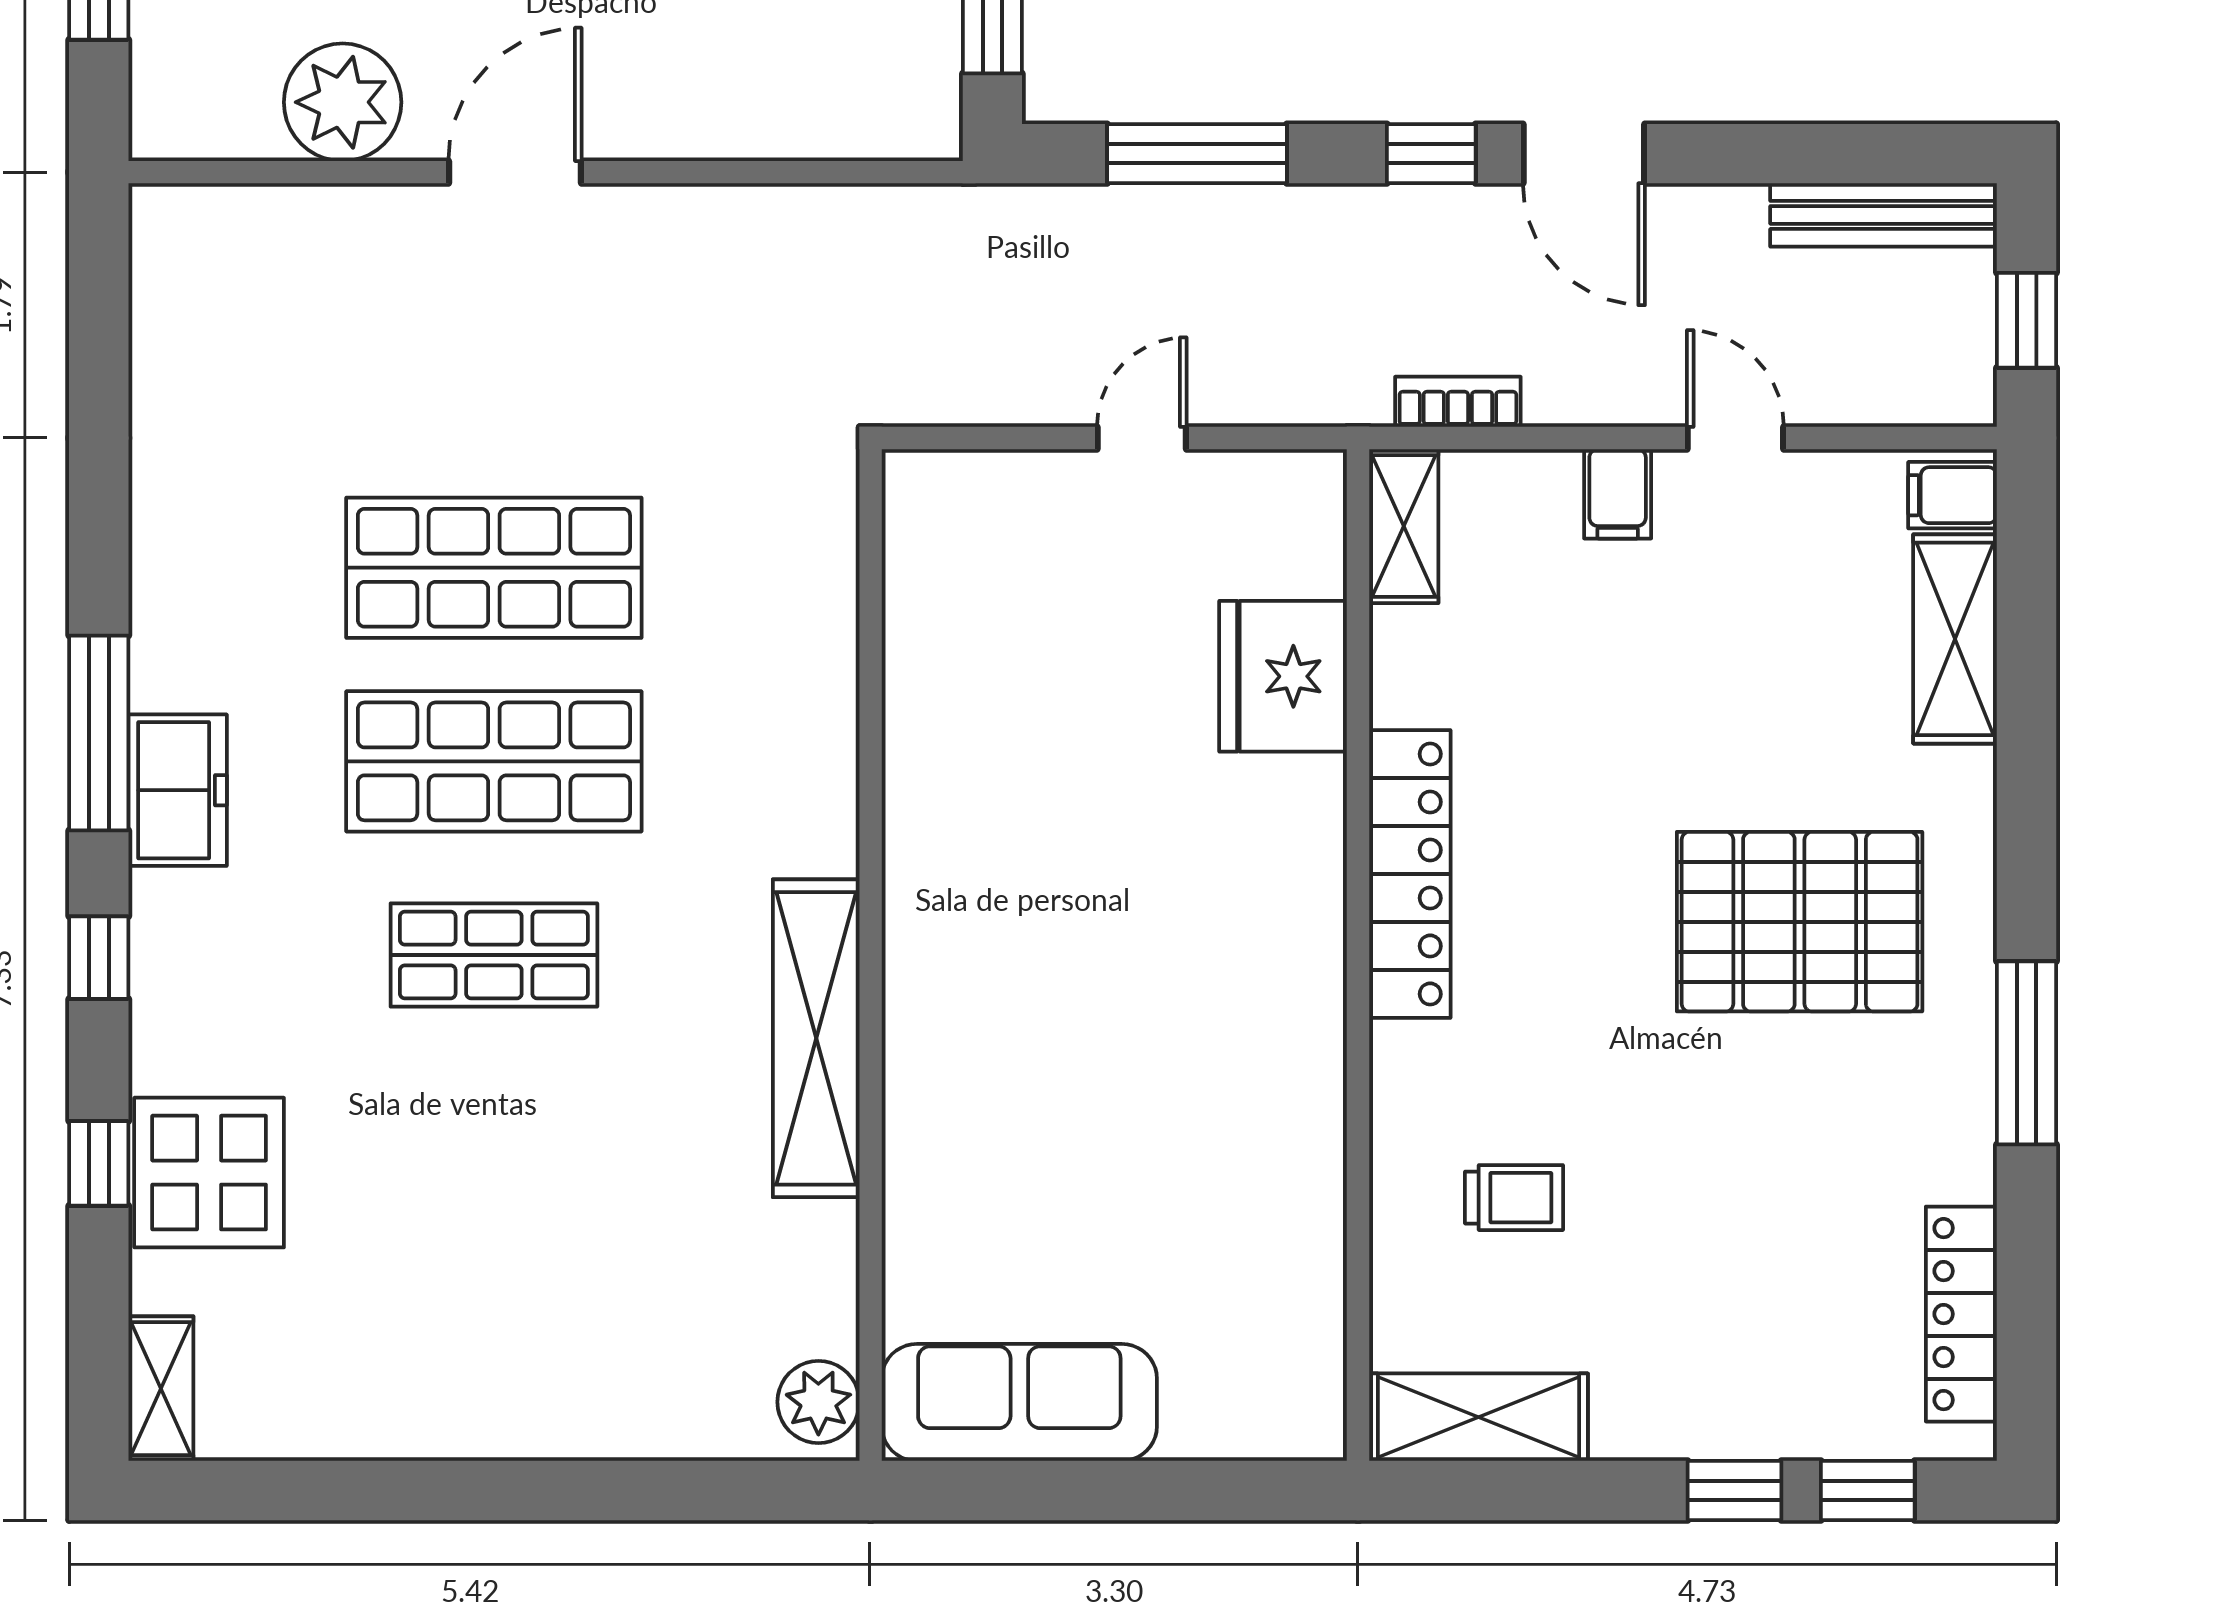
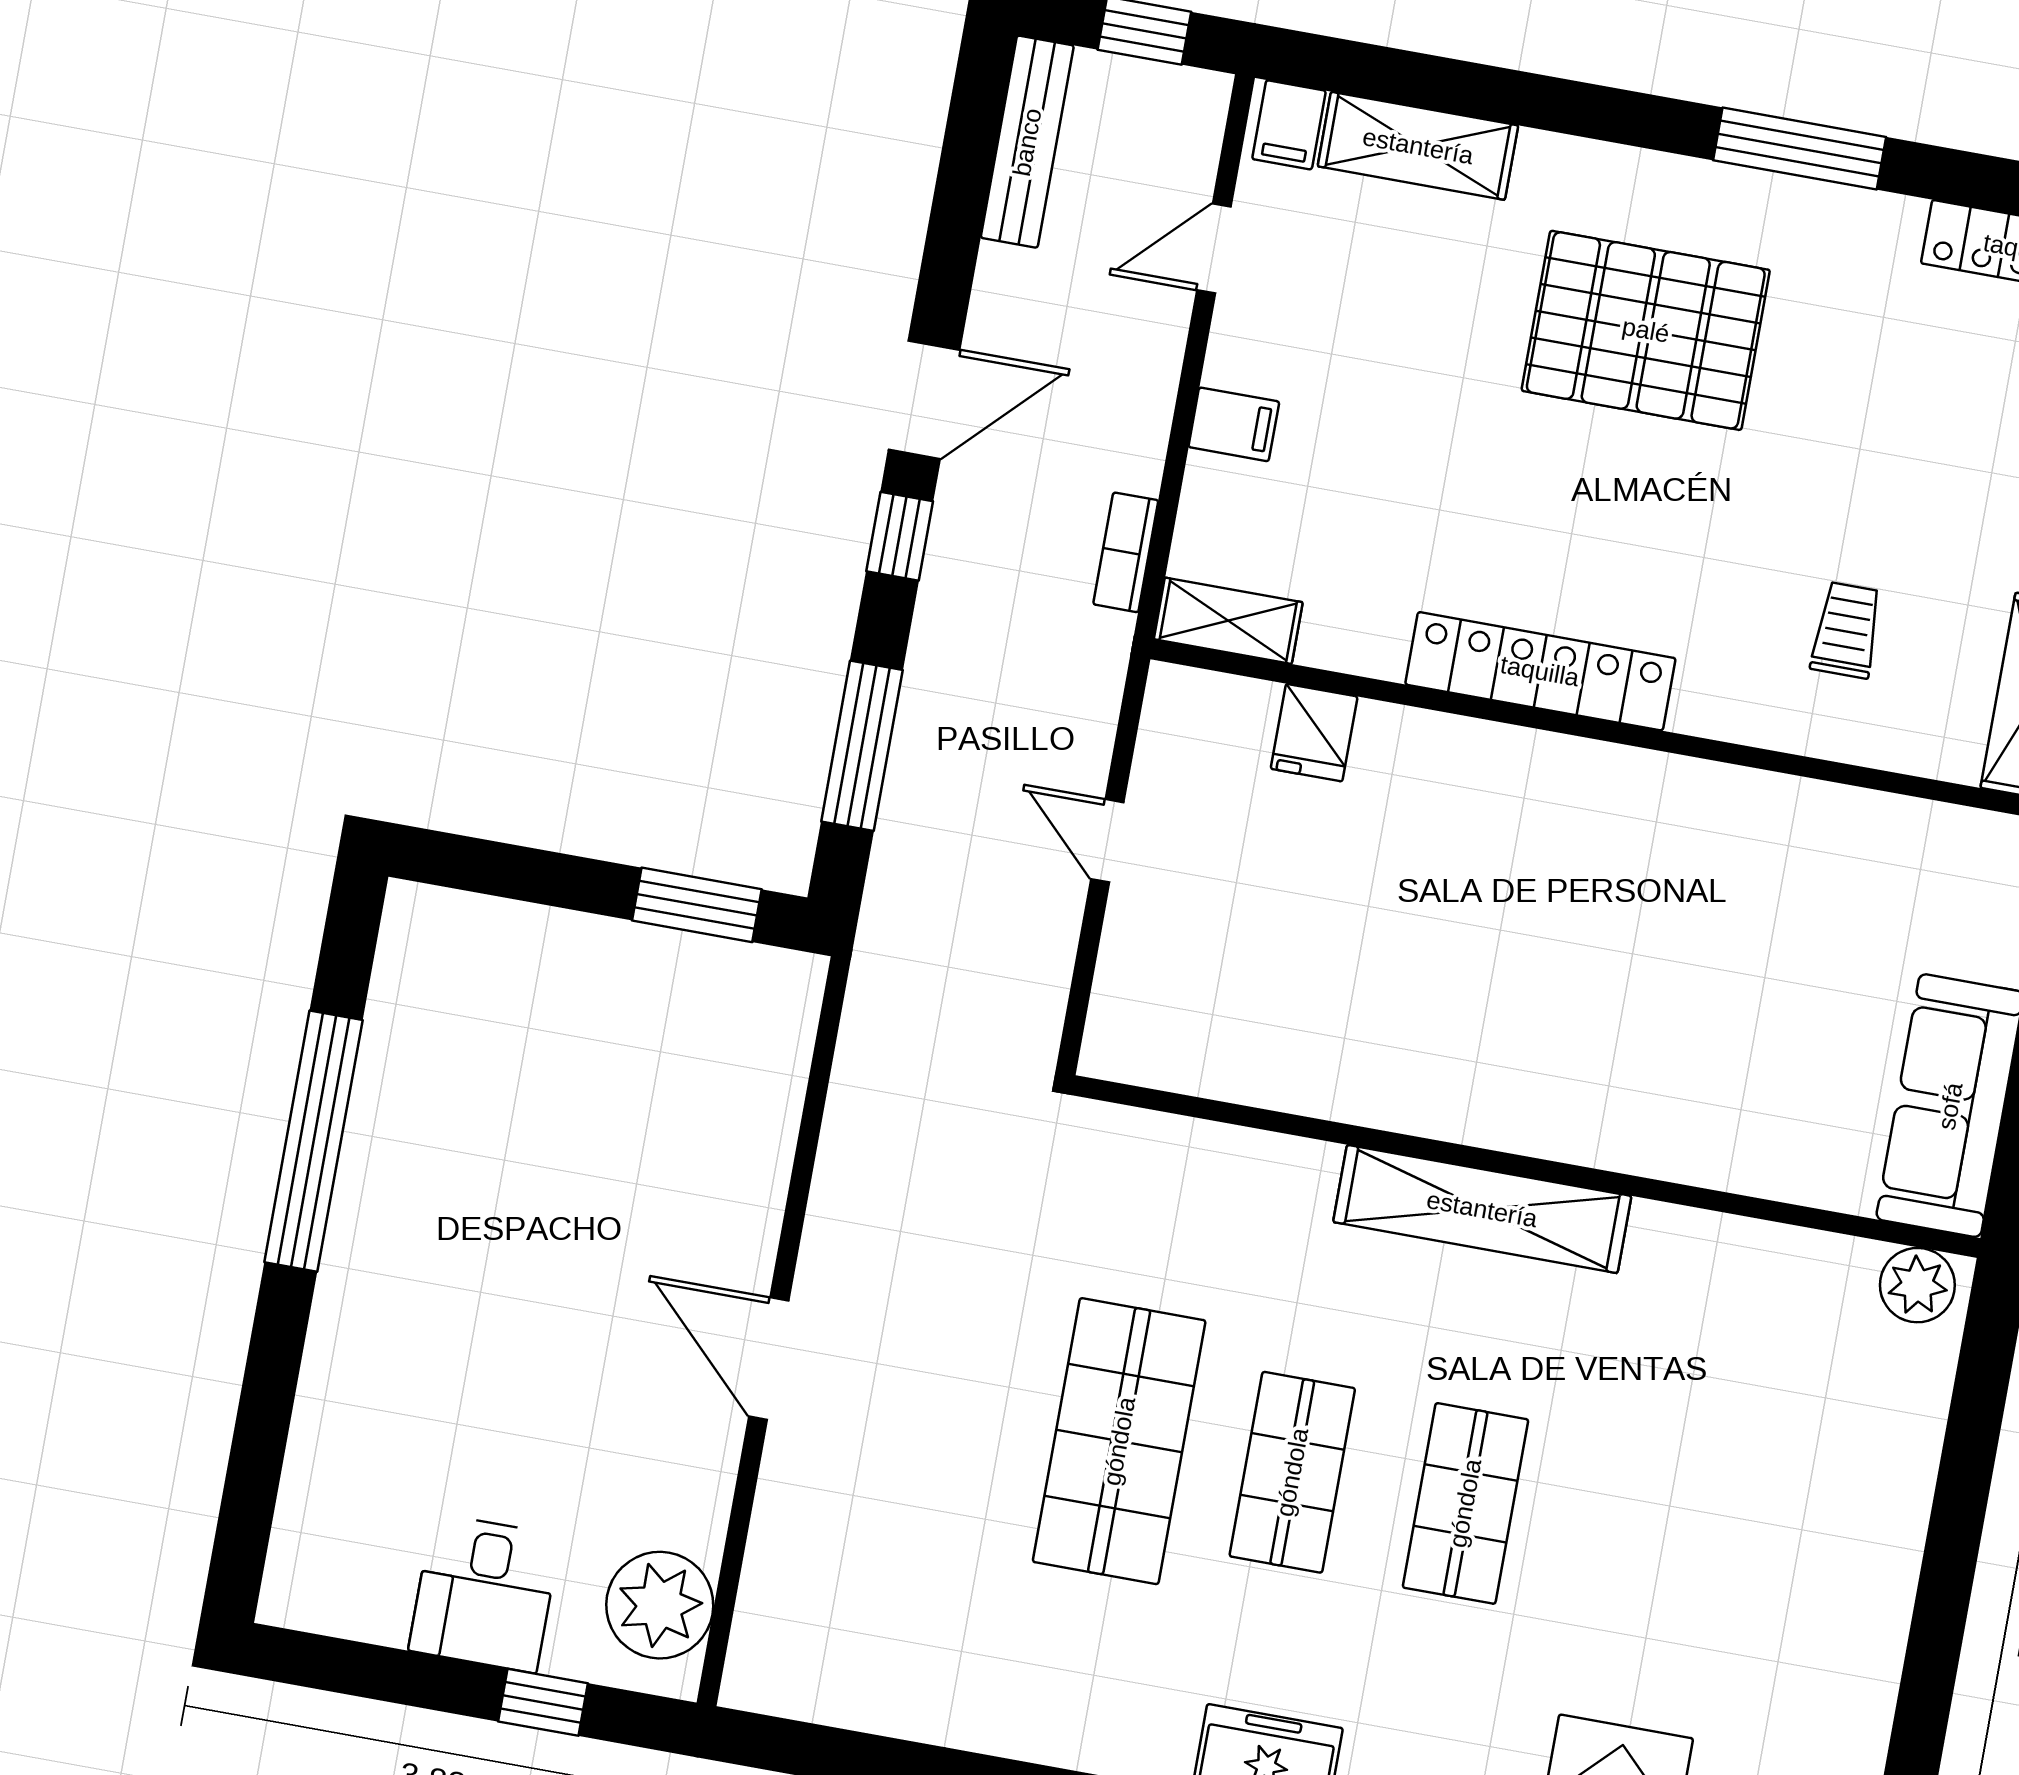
plant: (343, 102) -> (660, 1605), moved
door: (1735, 438) -> (1214, 249), moved
fridge: (1283, 676) -> (1314, 733), width x0.53, depth x0.75
shop shelf: (494, 761) -> (1292, 1472), width x0.70, depth x0.74
pallet: (1800, 922) -> (1646, 330), turned 90
shelving: (816, 1038) -> (1482, 1209), moved

